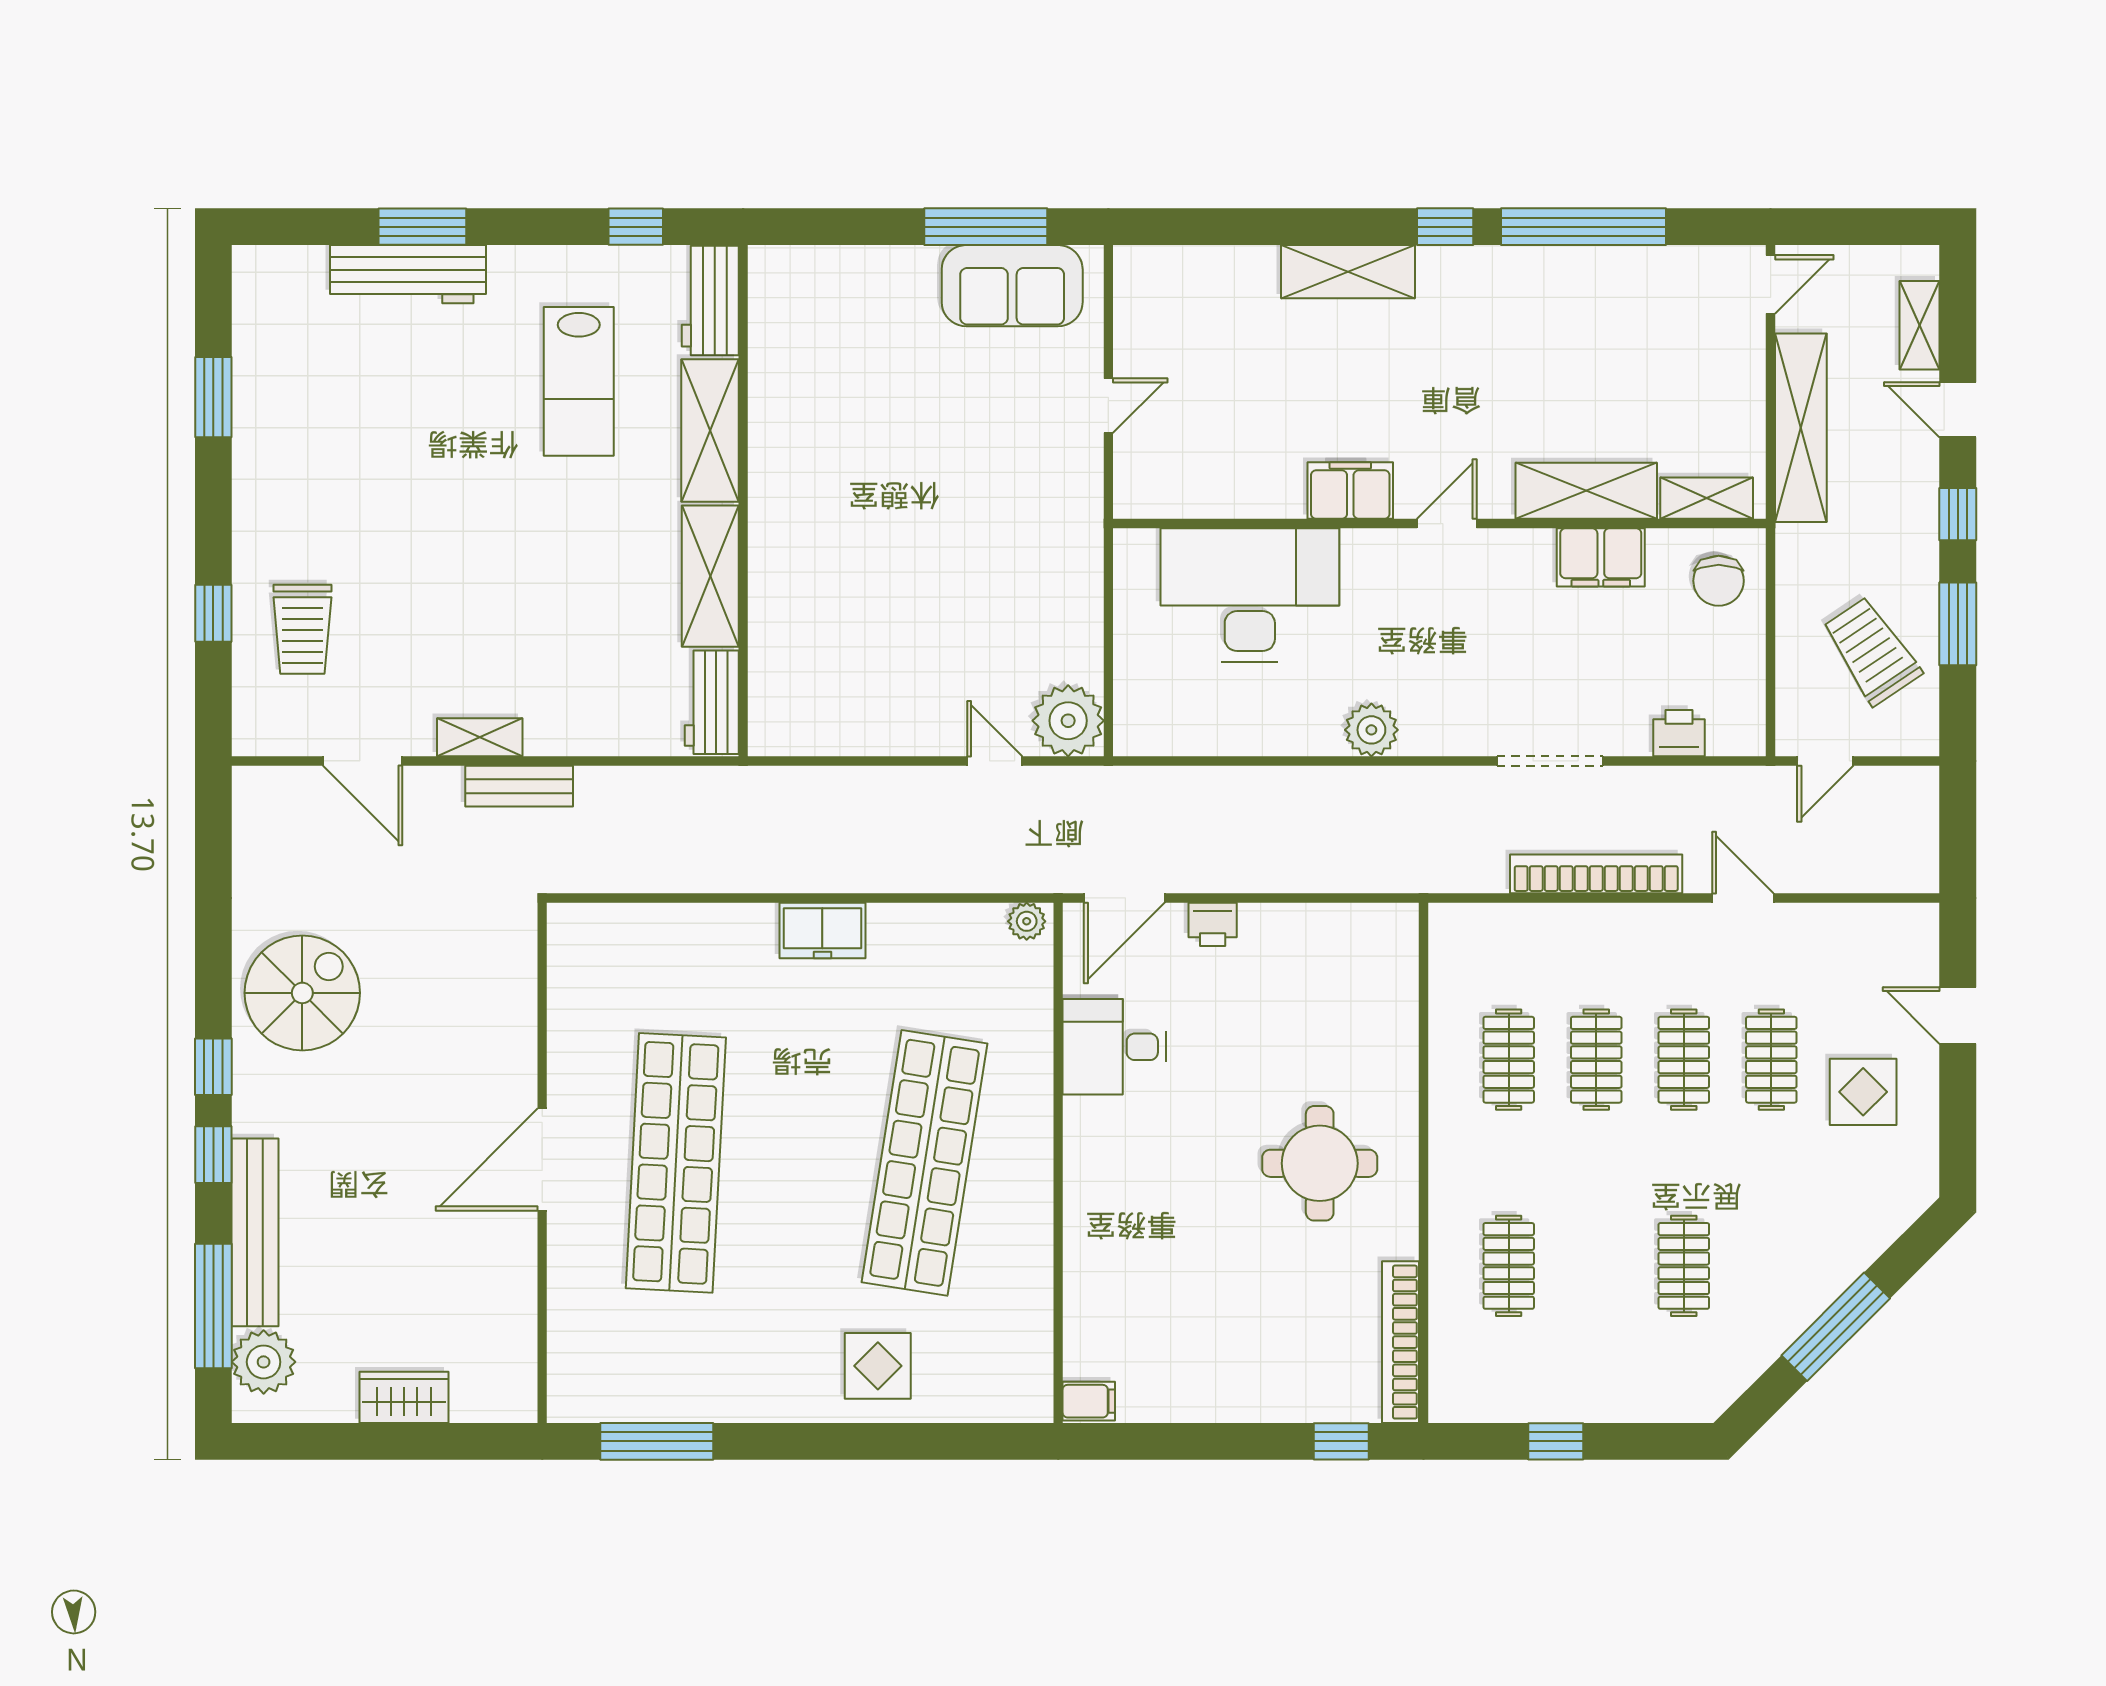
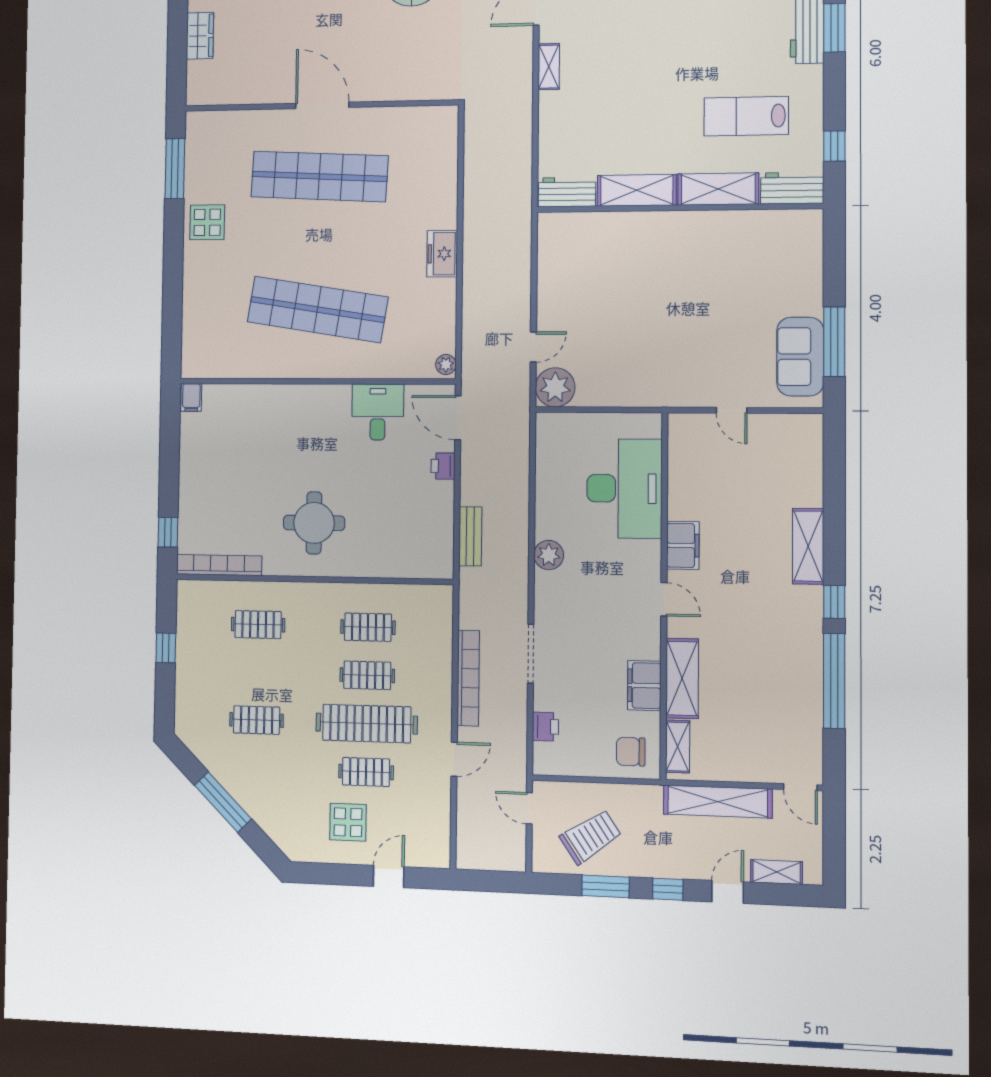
bench: (519, 786) -> (470, 536), moved
clothes rail: (1684, 1060) -> (367, 724), width x1.86, depth x1.31
display table: (878, 1366) -> (207, 222), moved

